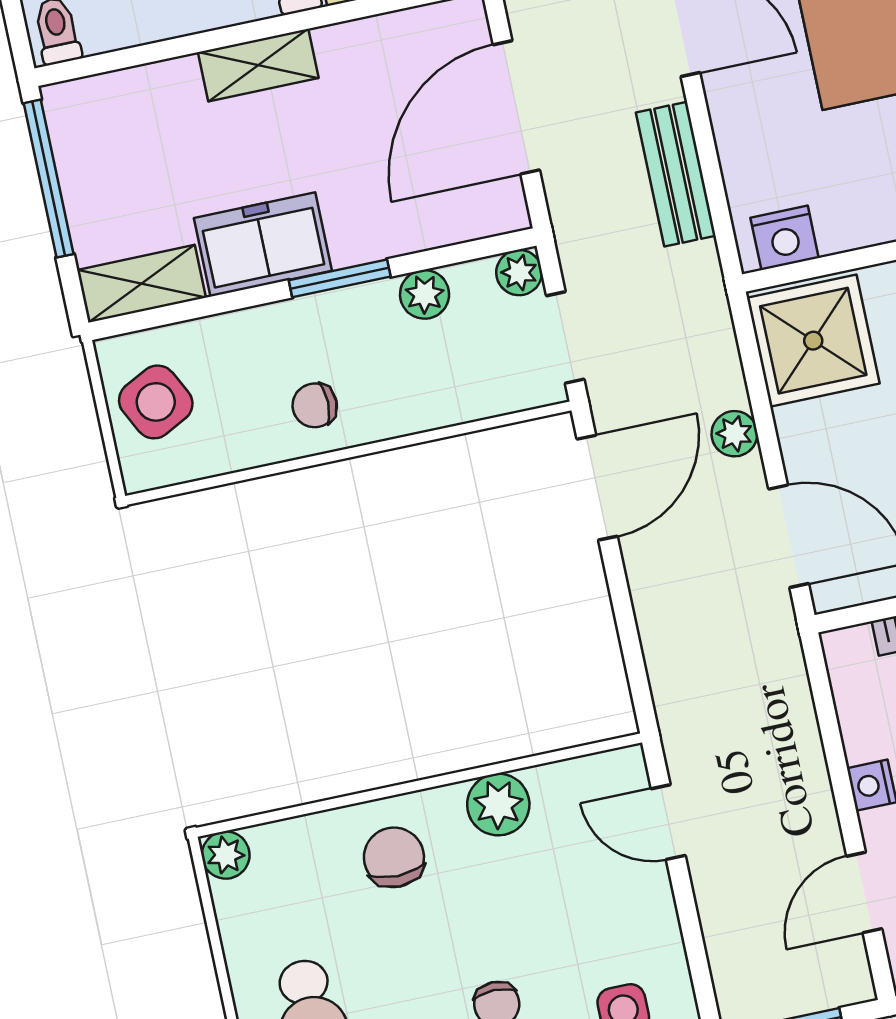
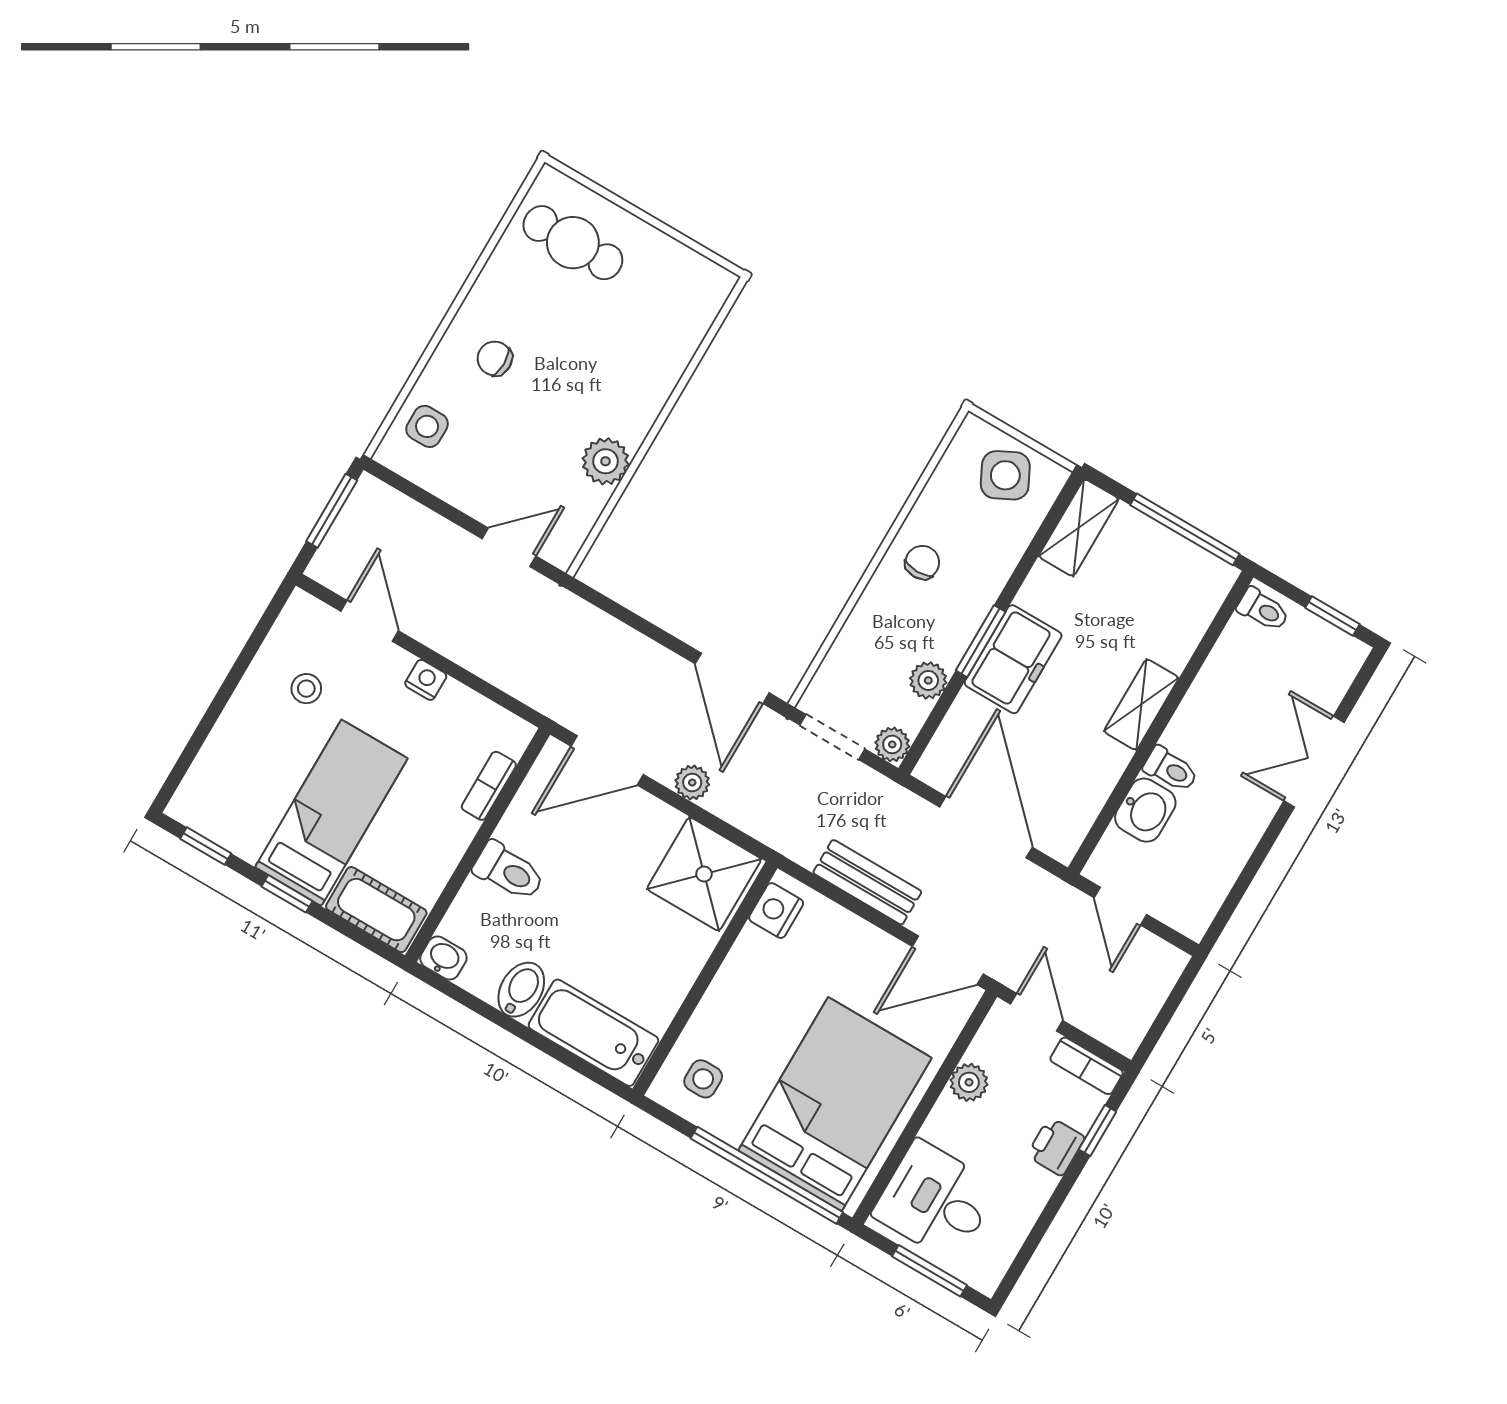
freezer: (263, 244) -> (1013, 659), moved
plant: (226, 855) -> (716, 283), removed
chair: (394, 857) -> (629, 376), removed

